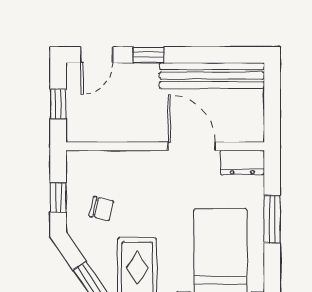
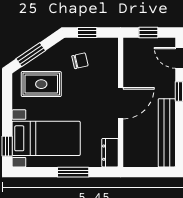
door: (192, 146) -> (121, 103), moved
chair: (101, 209) -> (80, 61), turned -116

